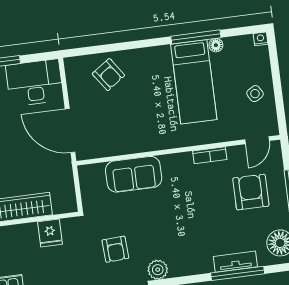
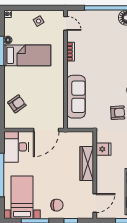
sofa: (134, 174) -> (76, 97), width x1.36
armchair: (251, 192) -> (95, 31), removed

